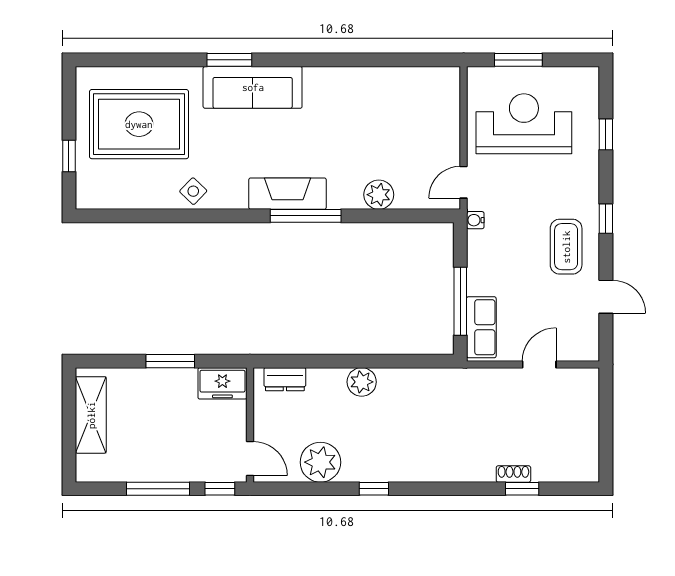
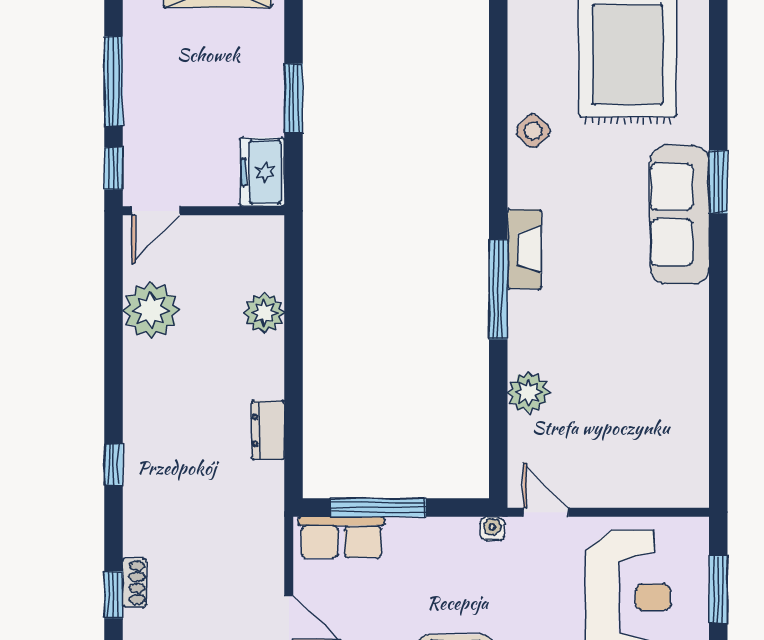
fireplace: (288, 194) -> (524, 249), width x0.73, depth x0.76
dresser: (285, 379) -> (268, 430), moved
plant: (362, 382) -> (264, 313), moved
window: (374, 489) -> (113, 465), moved

